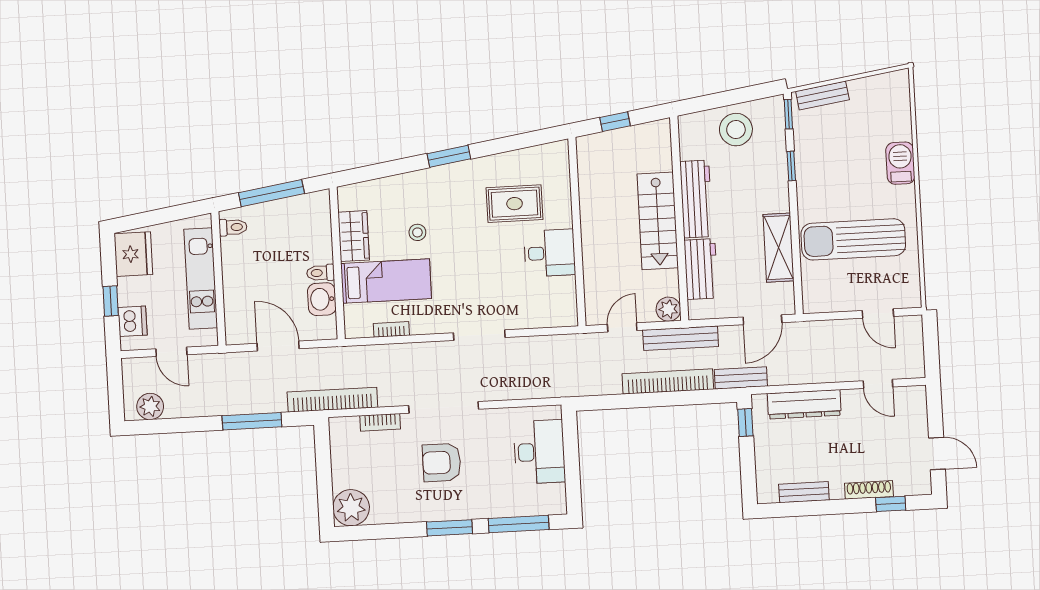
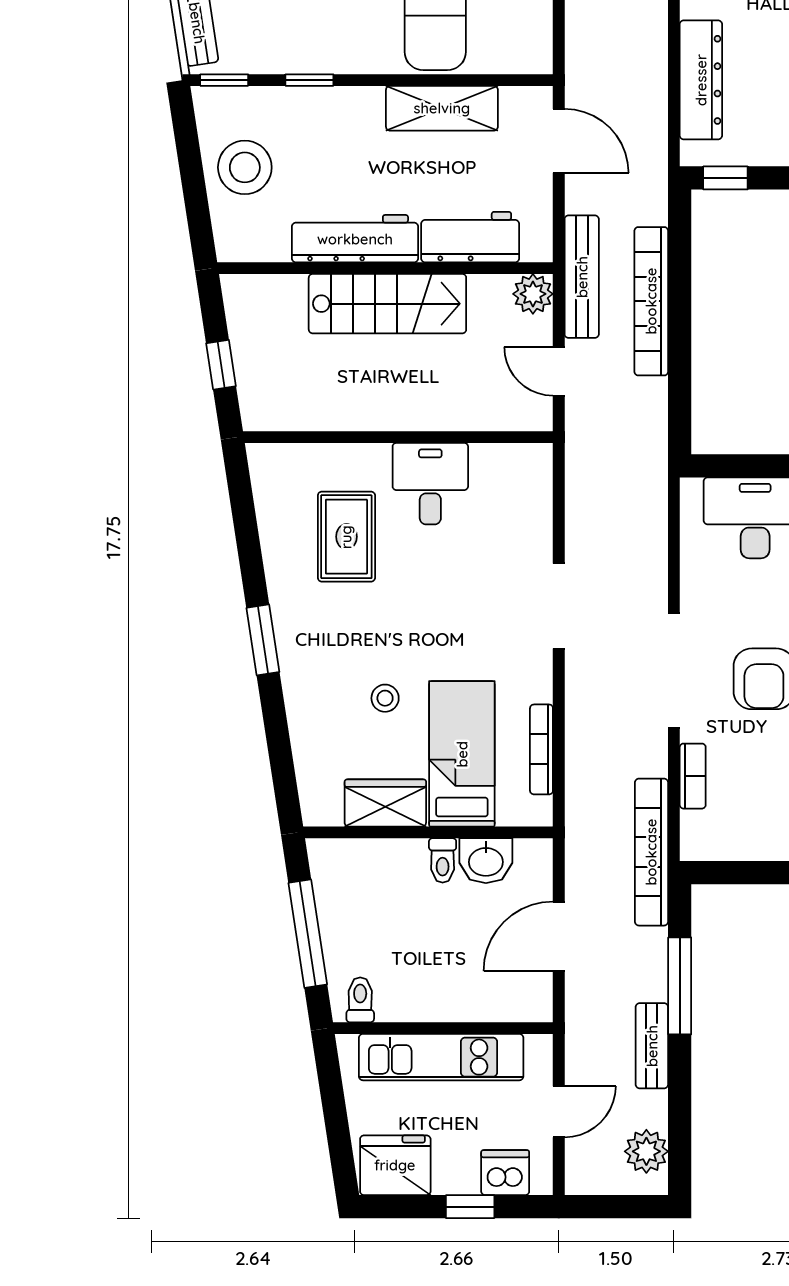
bookcase: (391, 329) -> (541, 749), width x1.56
bench: (741, 378) -> (652, 1046), moved

